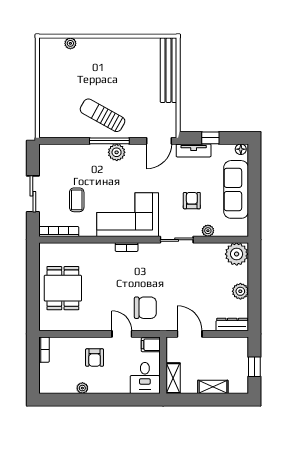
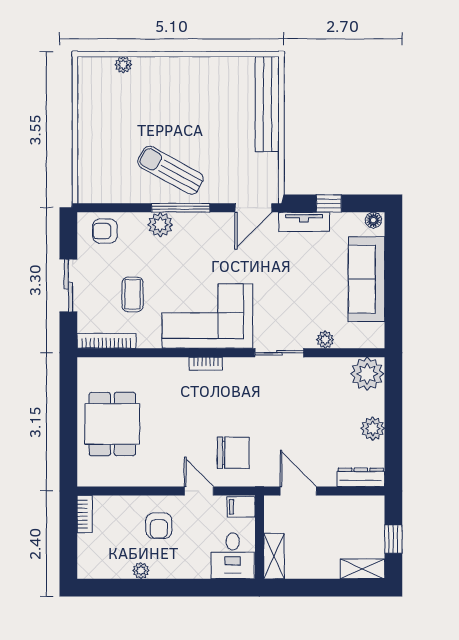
plant: (117, 152) -> (160, 225), moved
armchair: (192, 201) -> (105, 231), moved, turned -90
shelving: (213, 387) -> (362, 569), moved

